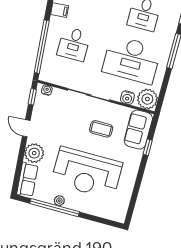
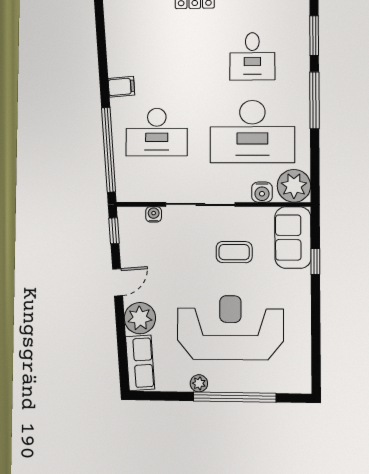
desk: (74, 44) -> (157, 132), width x1.37
water cooler: (47, 90) -> (154, 214), moved
door: (26, 128) -> (118, 282), swing flipped
reception desk: (87, 173) -> (230, 328), turned 180
window: (55, 208) -> (235, 397), moved

